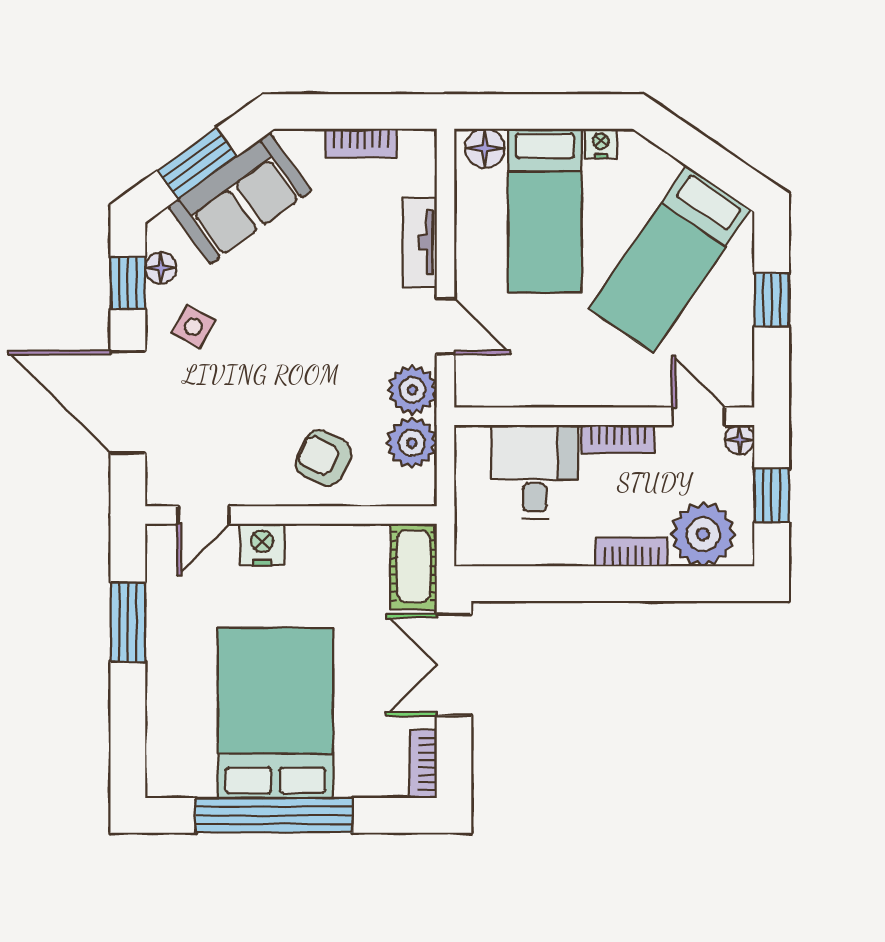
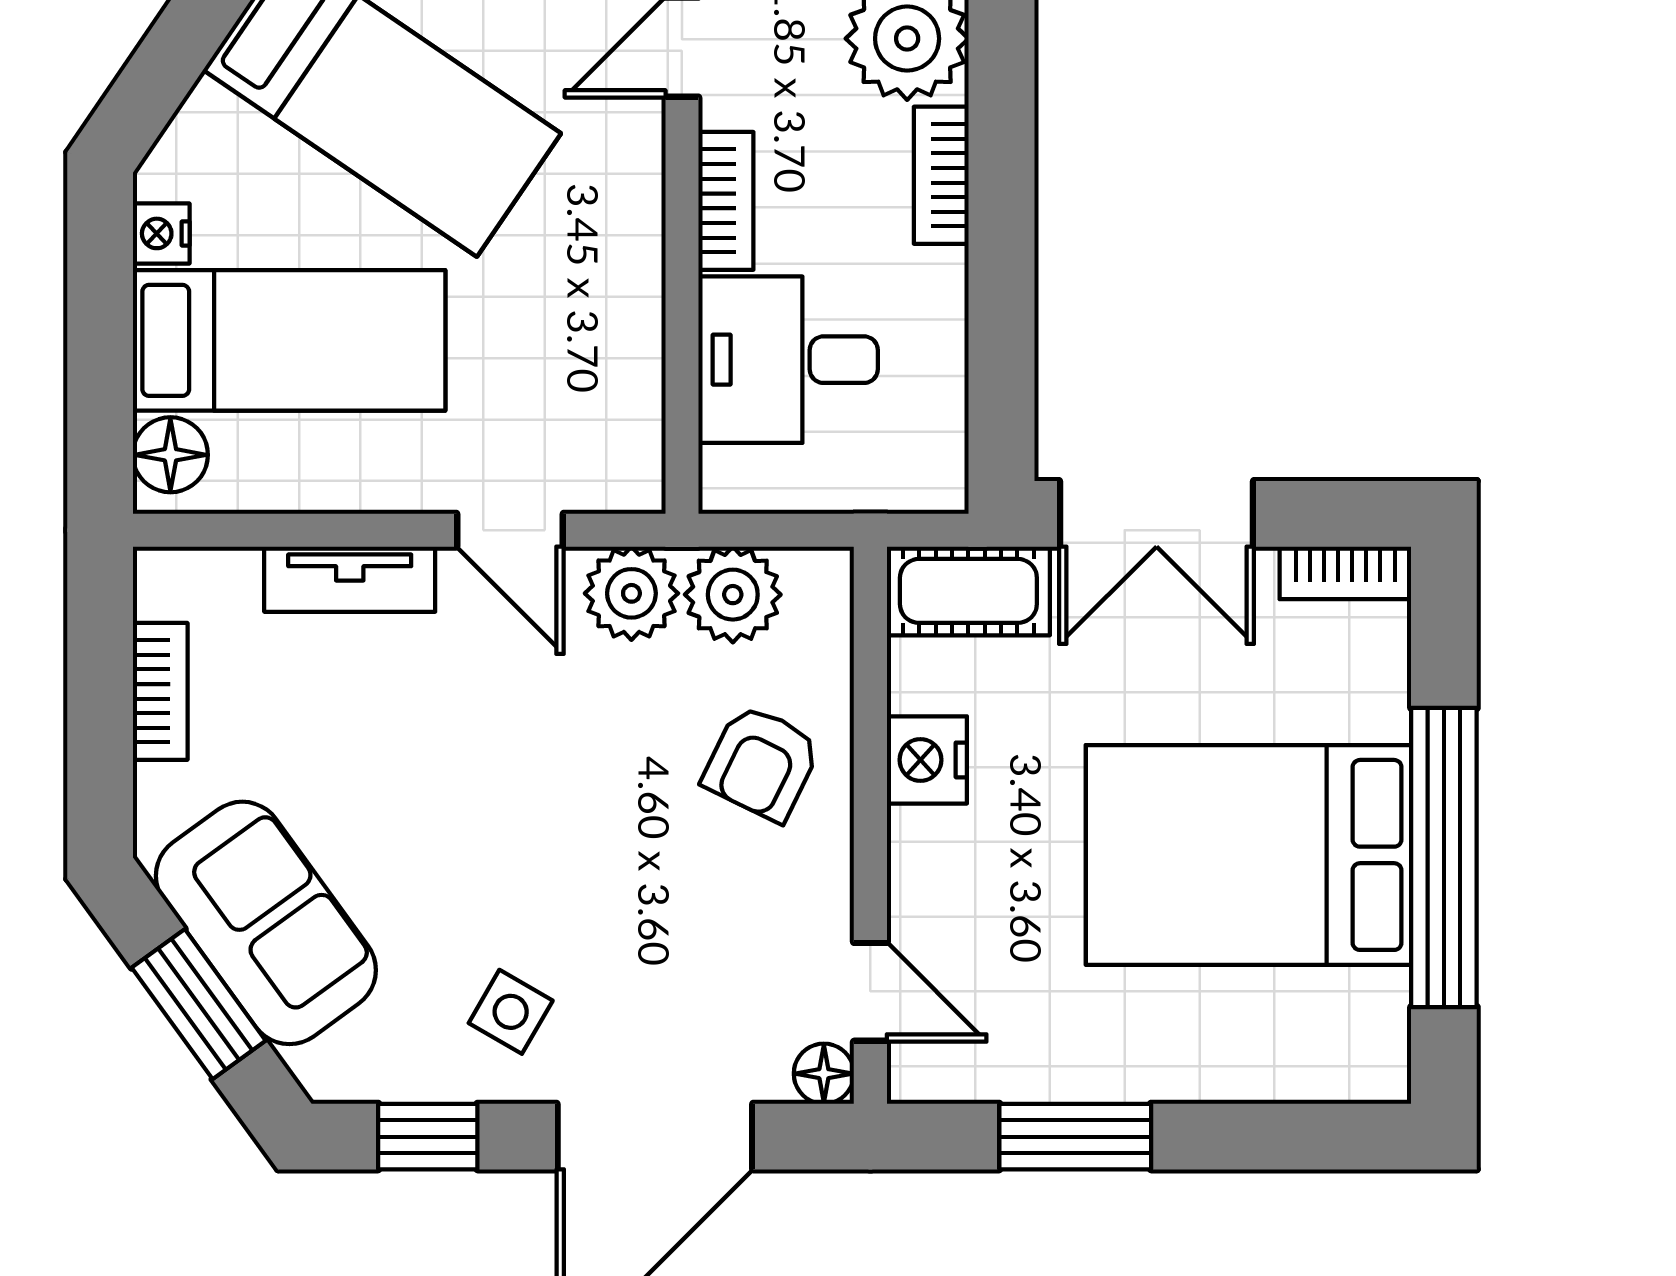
floor lamp: (161, 268) -> (824, 1074), moved
door: (445, 326) -> (510, 530), swing flipped
nightstand: (262, 545) -> (927, 760), moved

